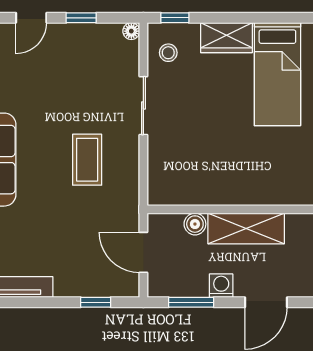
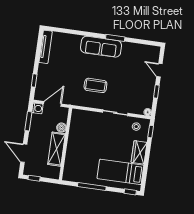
washing machine: (221, 286) -> (37, 108), moved

